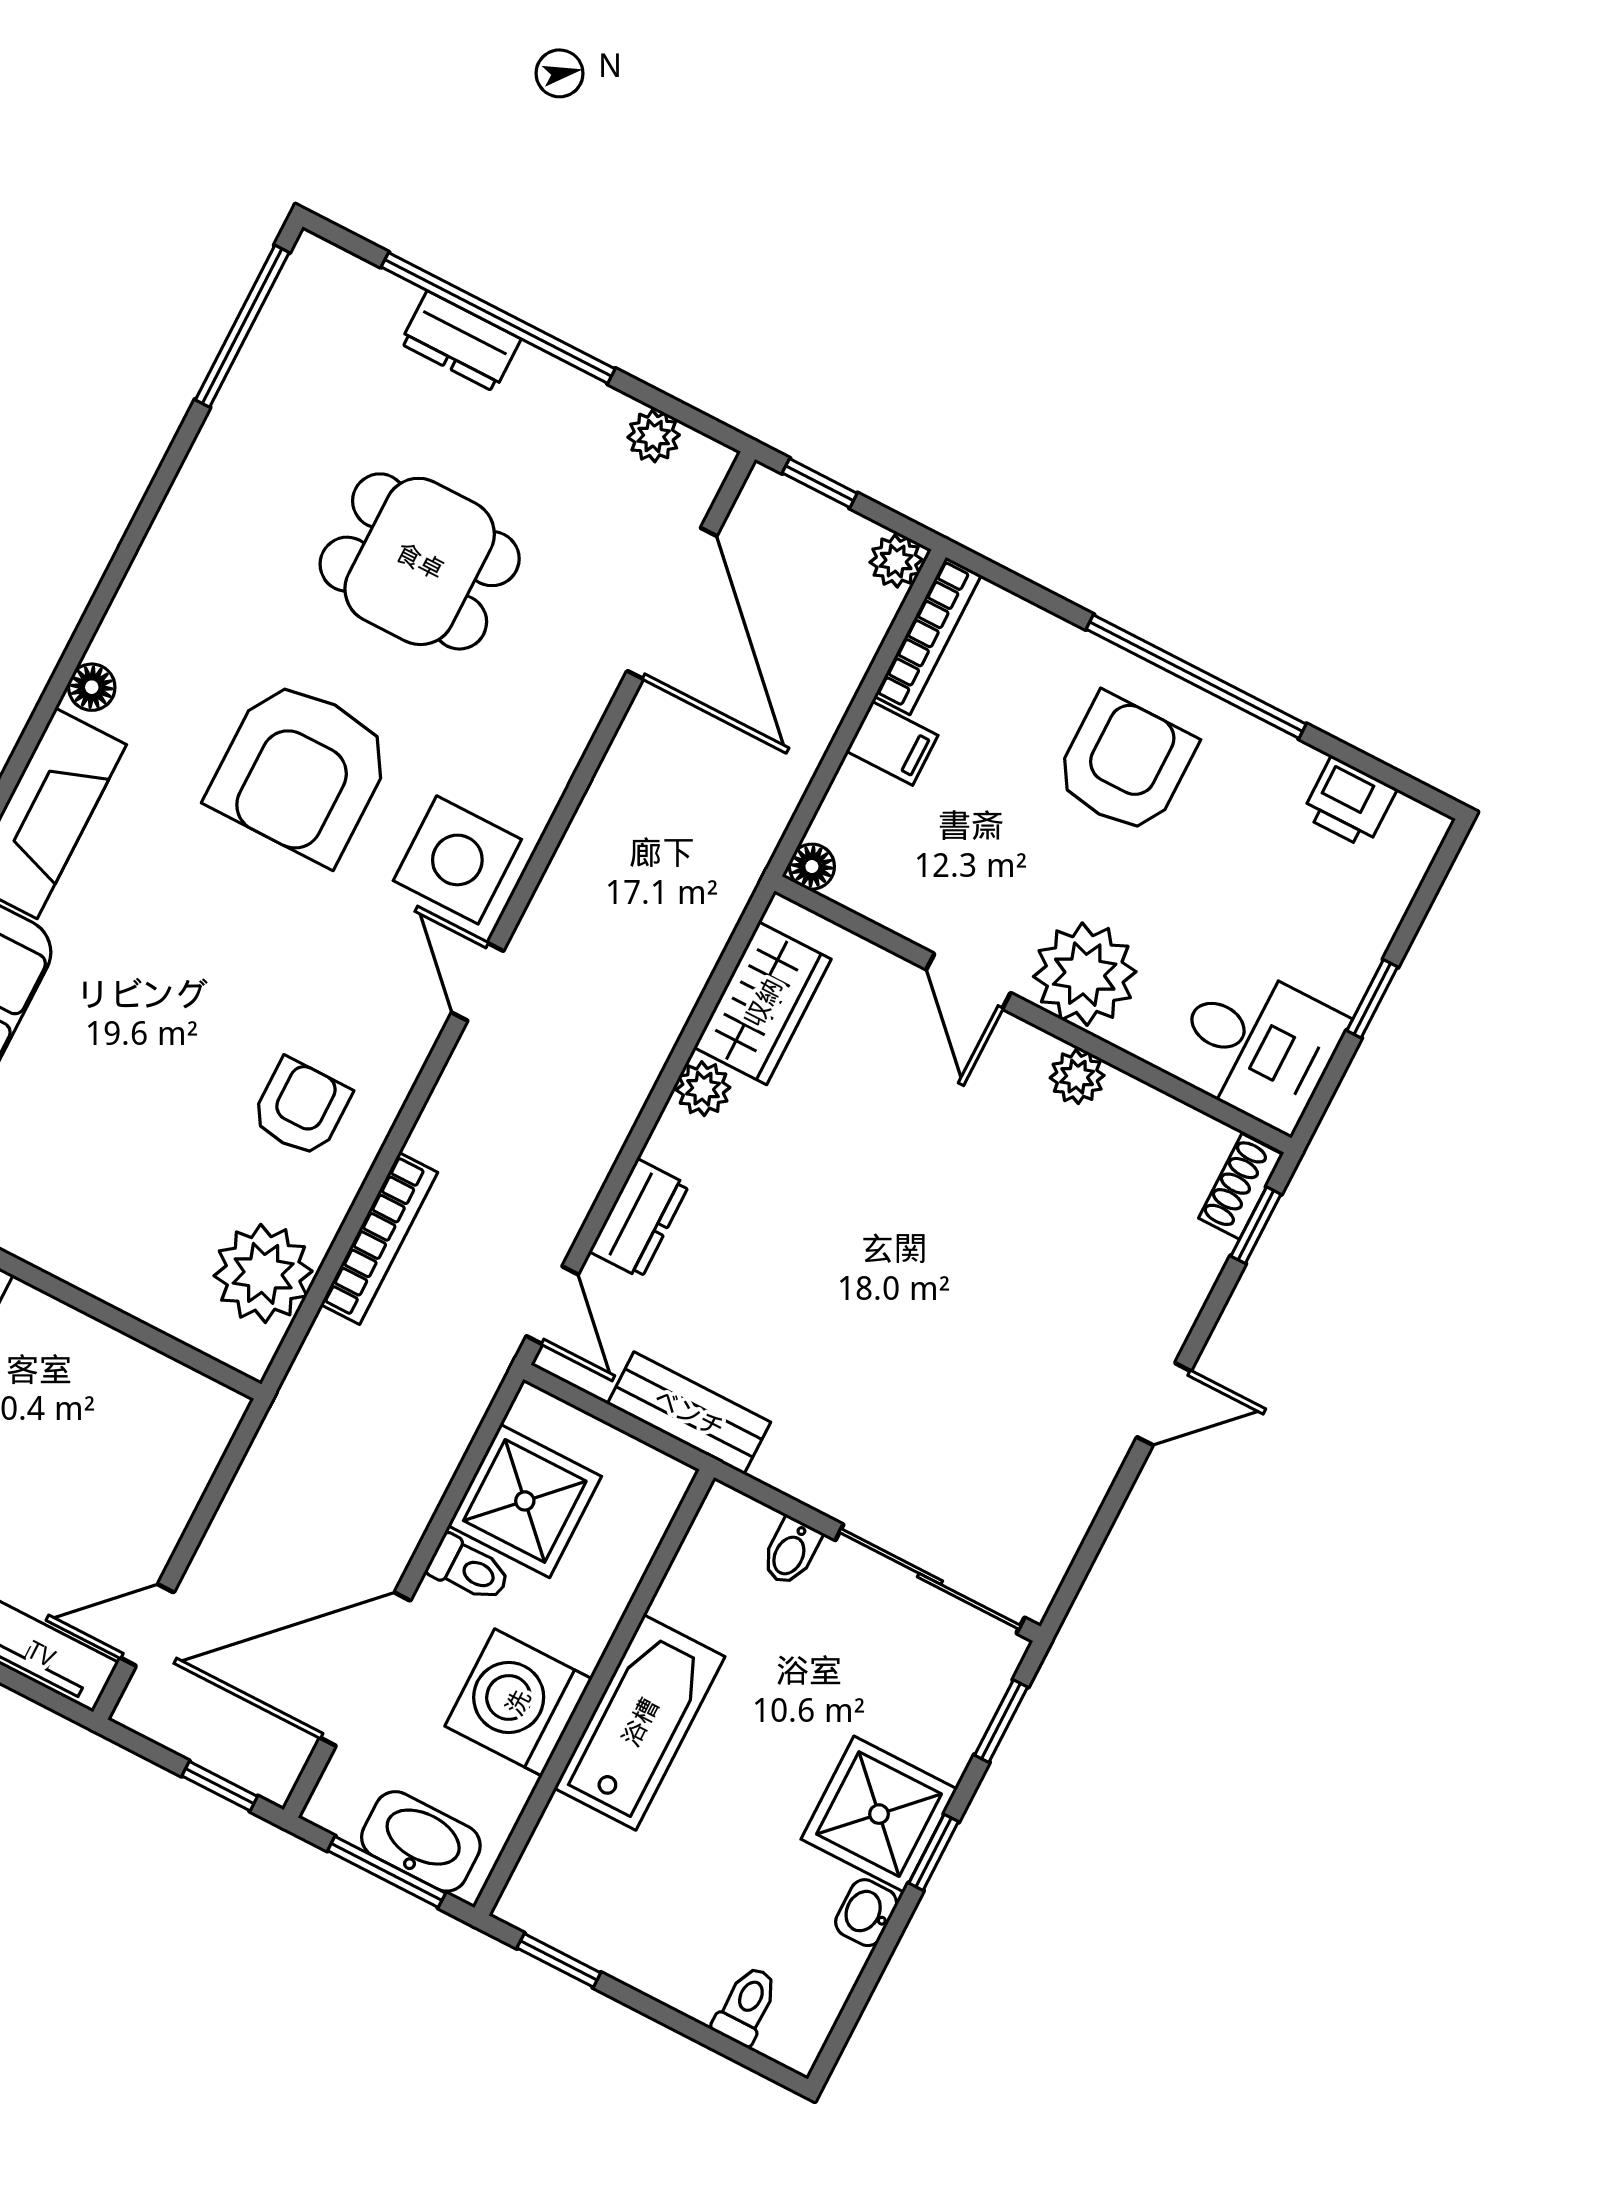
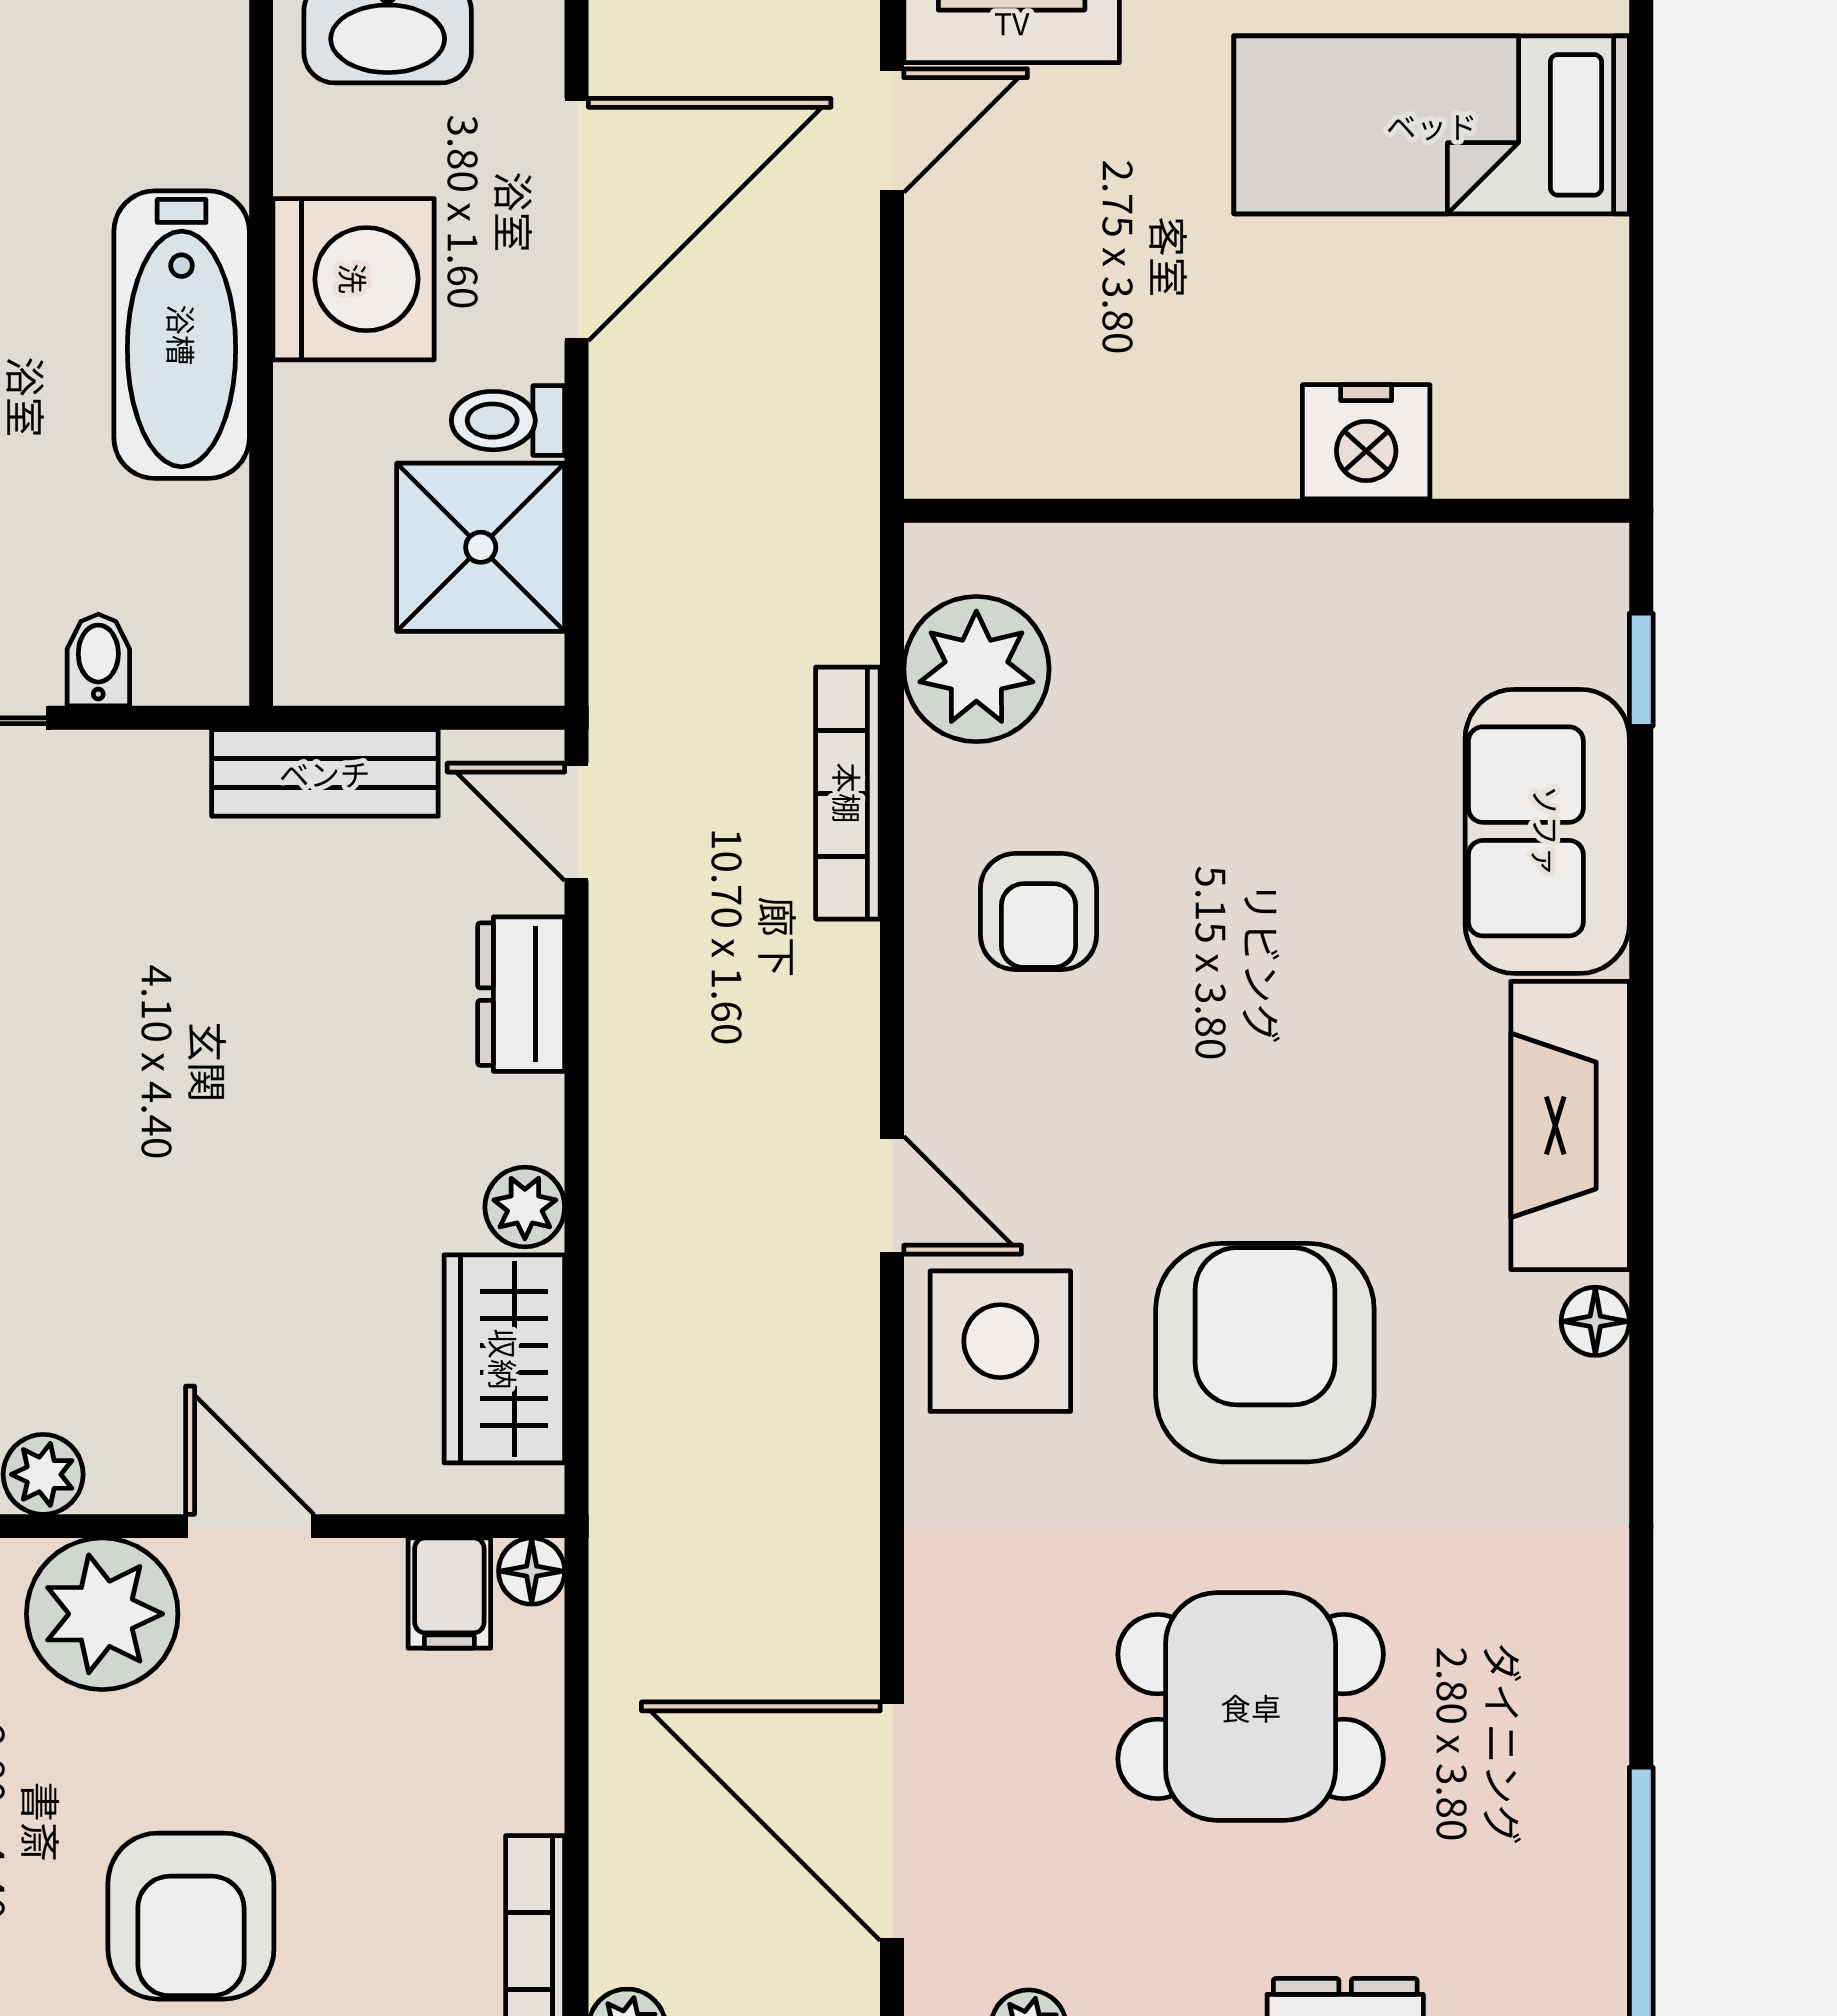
filing cabinet: (892, 743) -> (449, 1593), moved, turned -90

